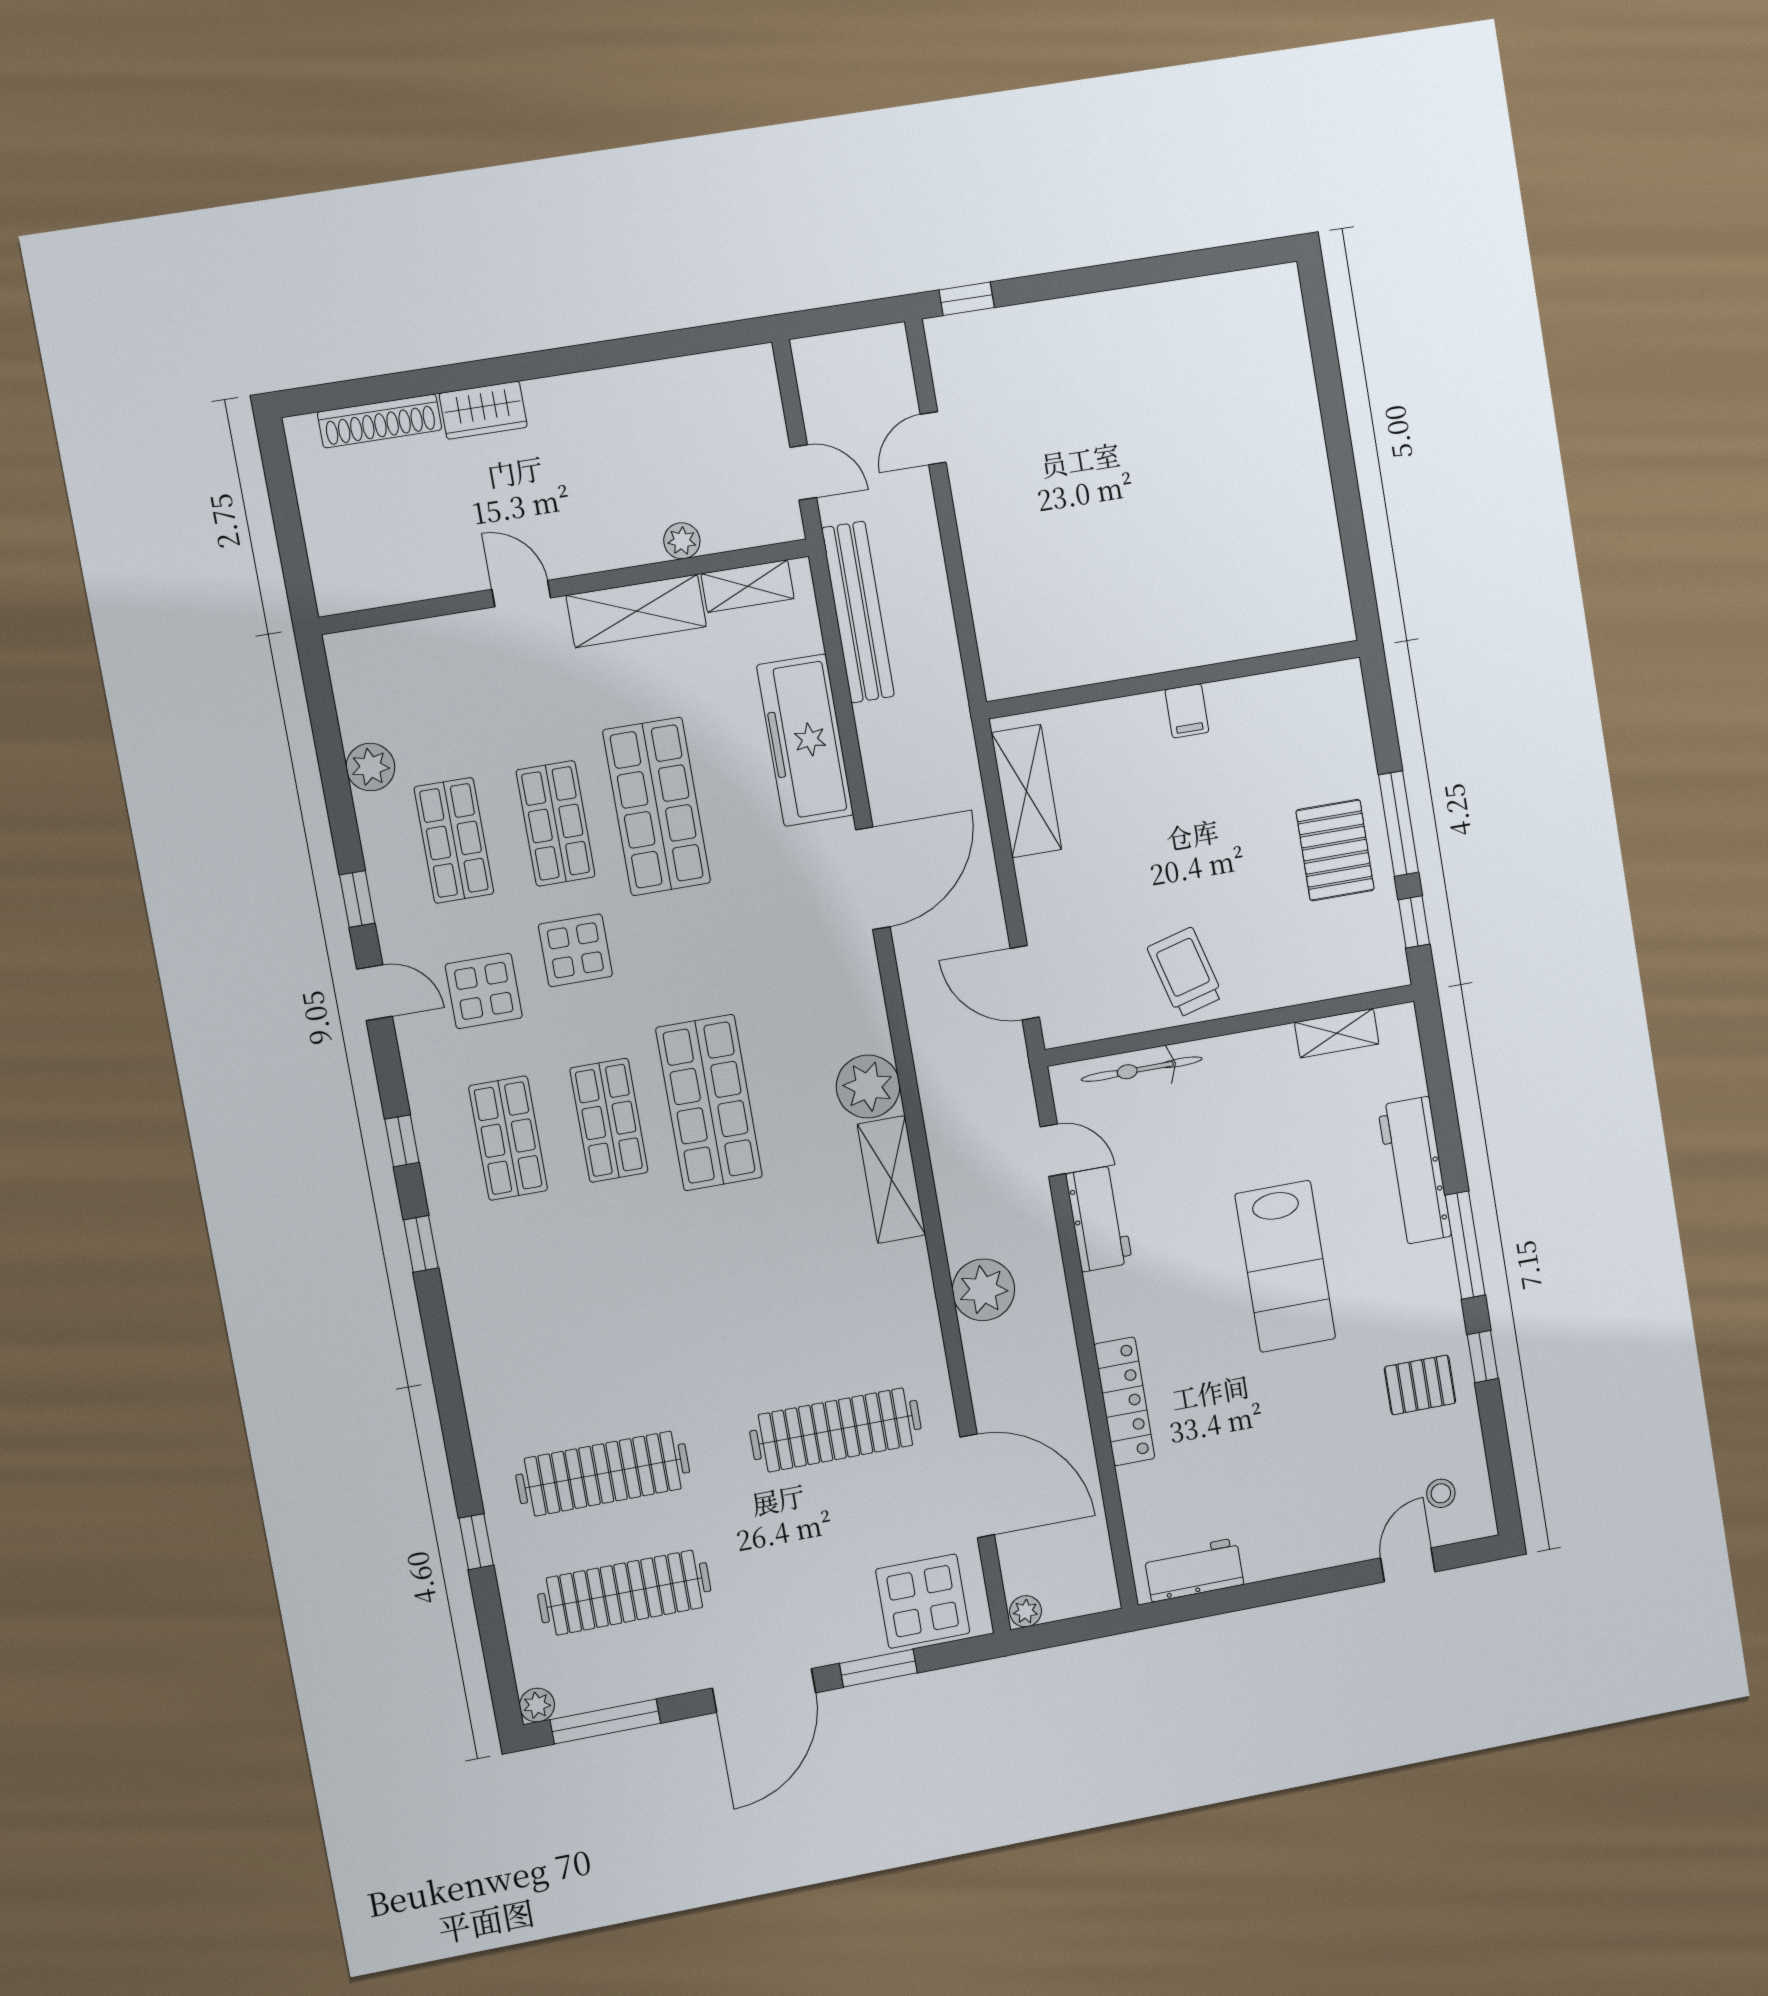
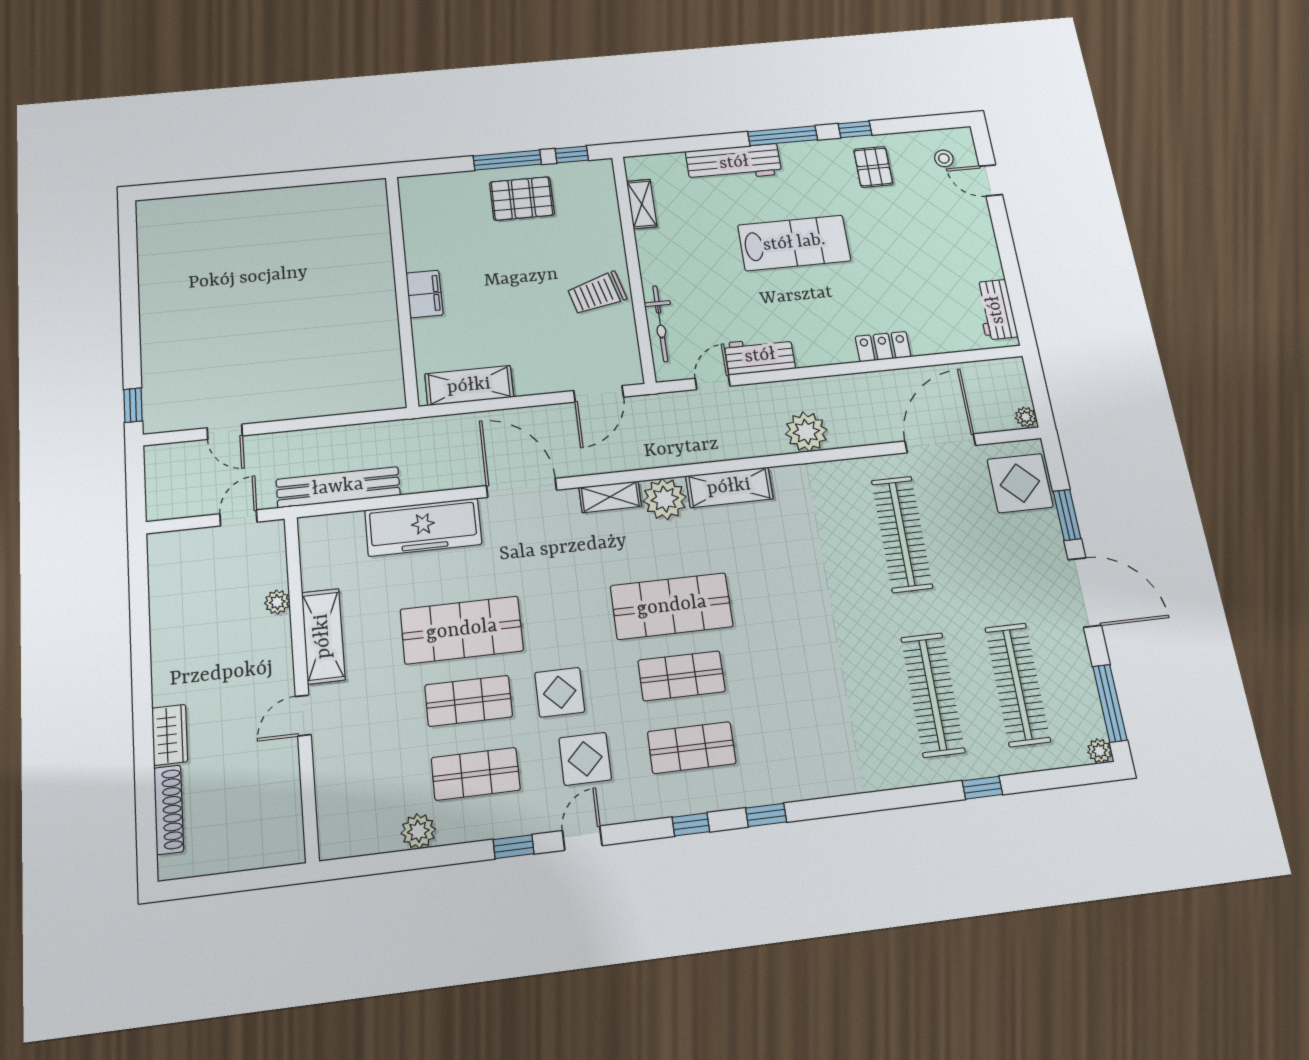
shelving: (748, 586) -> (610, 497), moved, turned 90
filing cabinet: (1187, 711) -> (425, 294), width x2.00
locker: (1124, 1401) -> (883, 347), width x0.66

